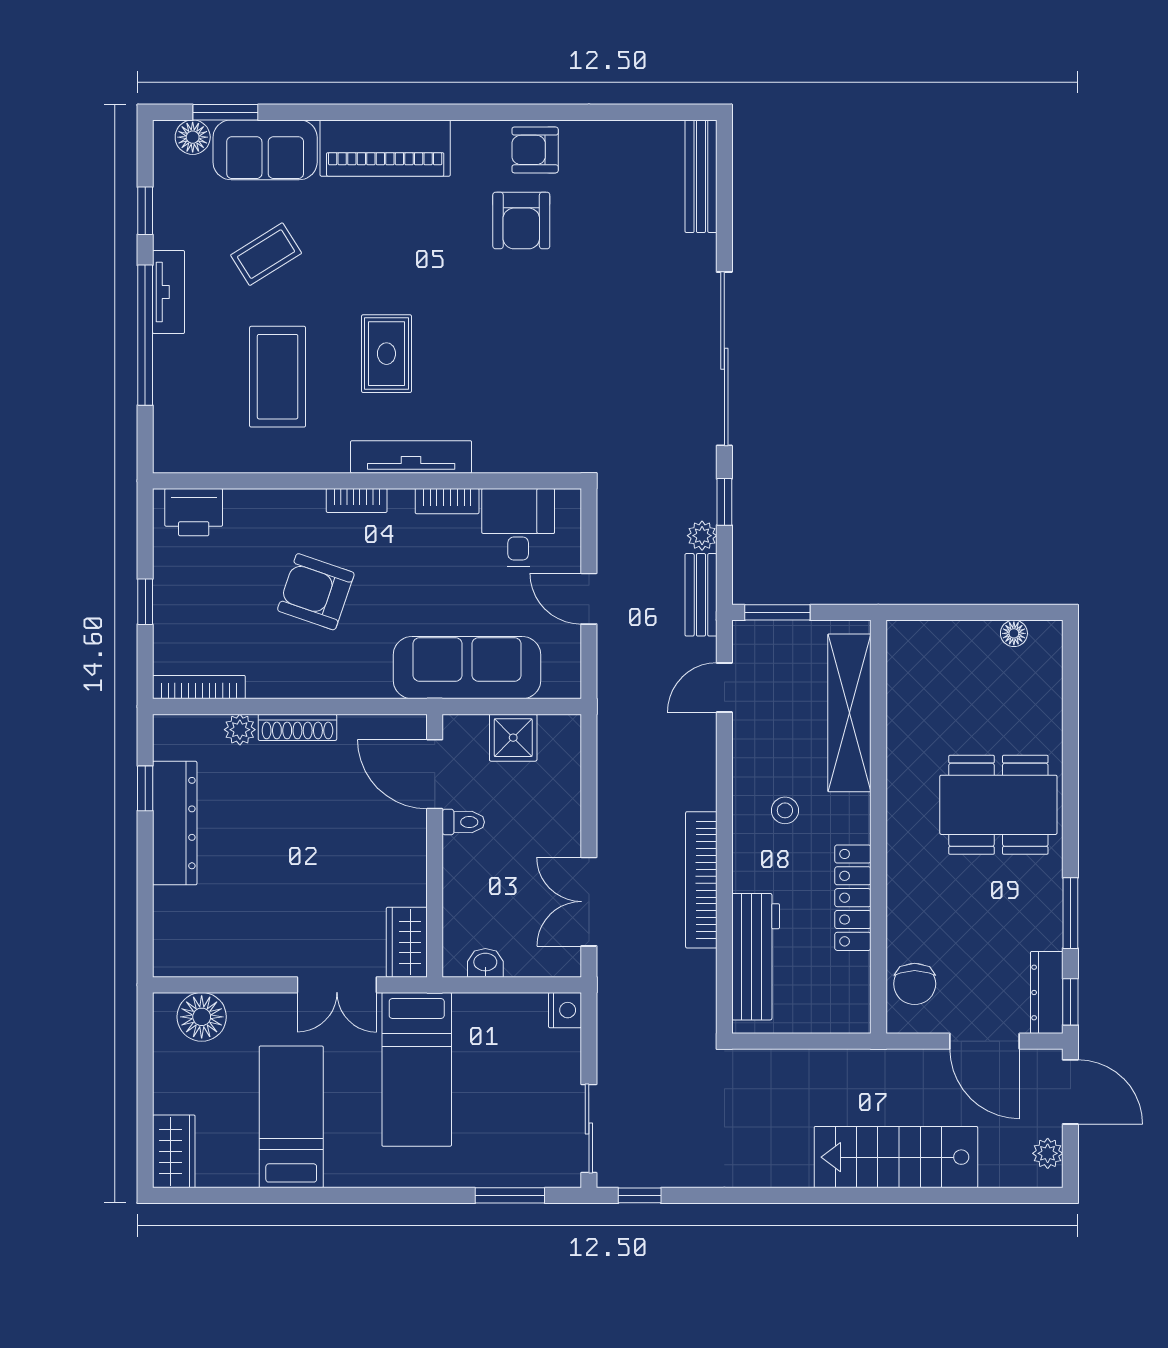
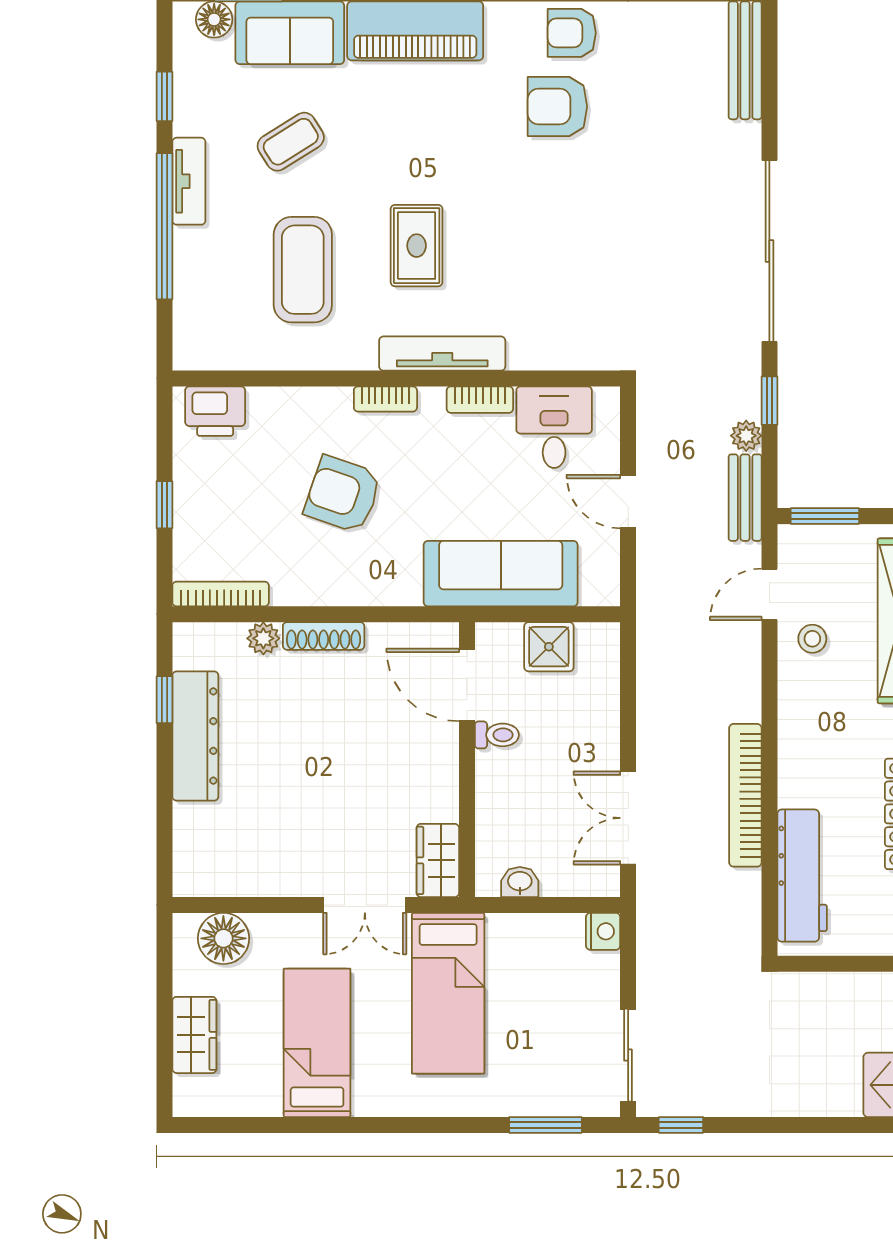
armchair: (521, 220) -> (557, 107), turned 90
stool: (785, 810) -> (812, 639), moved
wardrobe: (174, 1151) -> (194, 1035), moved

